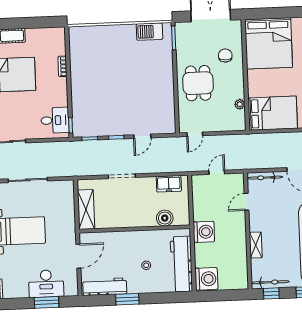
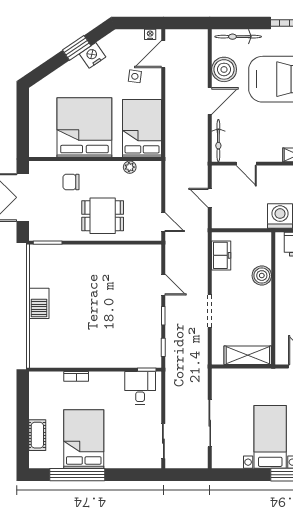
barbecue: (149, 32) -> (39, 303), moved
bed: (269, 43) -> (84, 127), moved, turned -90
boiler: (165, 218) -> (262, 276), moved

